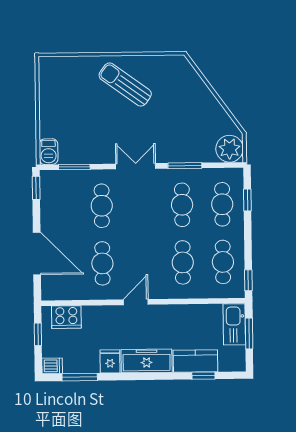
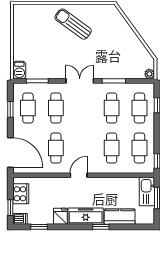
plant: (230, 149) -> (149, 74), width x0.53, depth x0.53
window: (36, 188) -> (10, 109), moved
cafe table: (62, 206) -> (28, 108), added
door: (37, 253) -> (10, 153), moved
cooker: (66, 317) -> (21, 194), moved, turned -90
window: (38, 334) -> (10, 208), moved
window: (203, 376) -> (101, 227), moved
window: (80, 377) -> (39, 227), width x0.67

